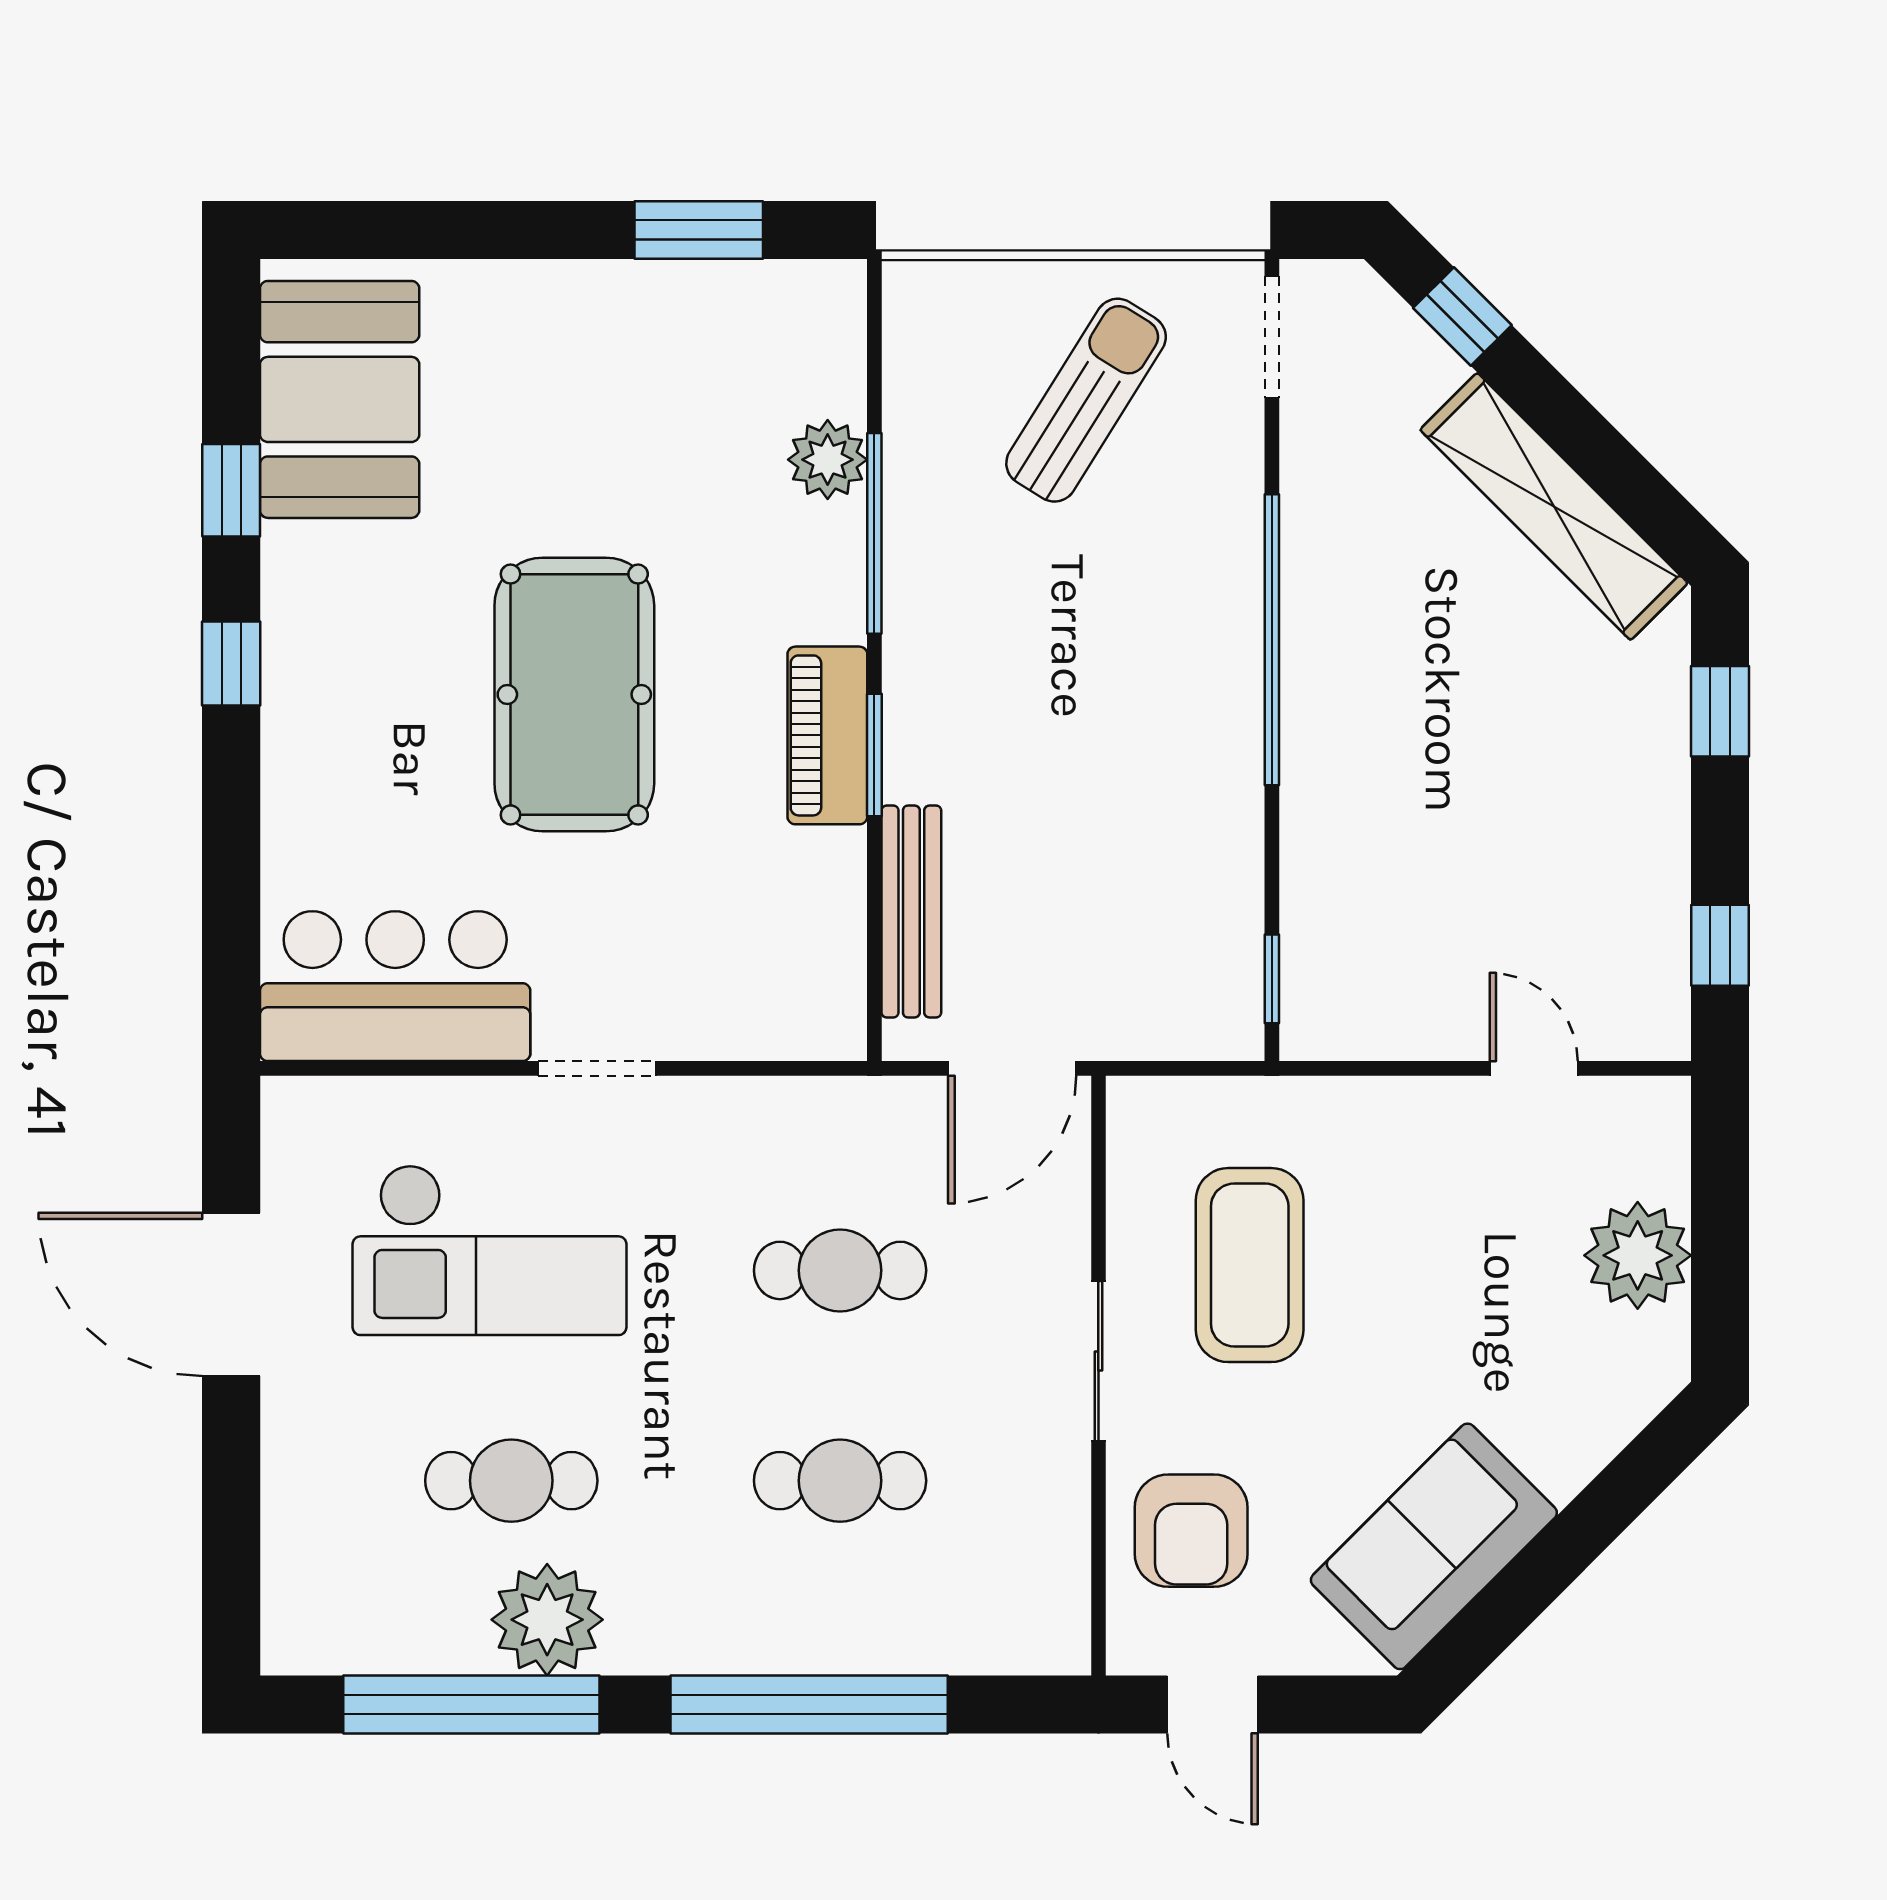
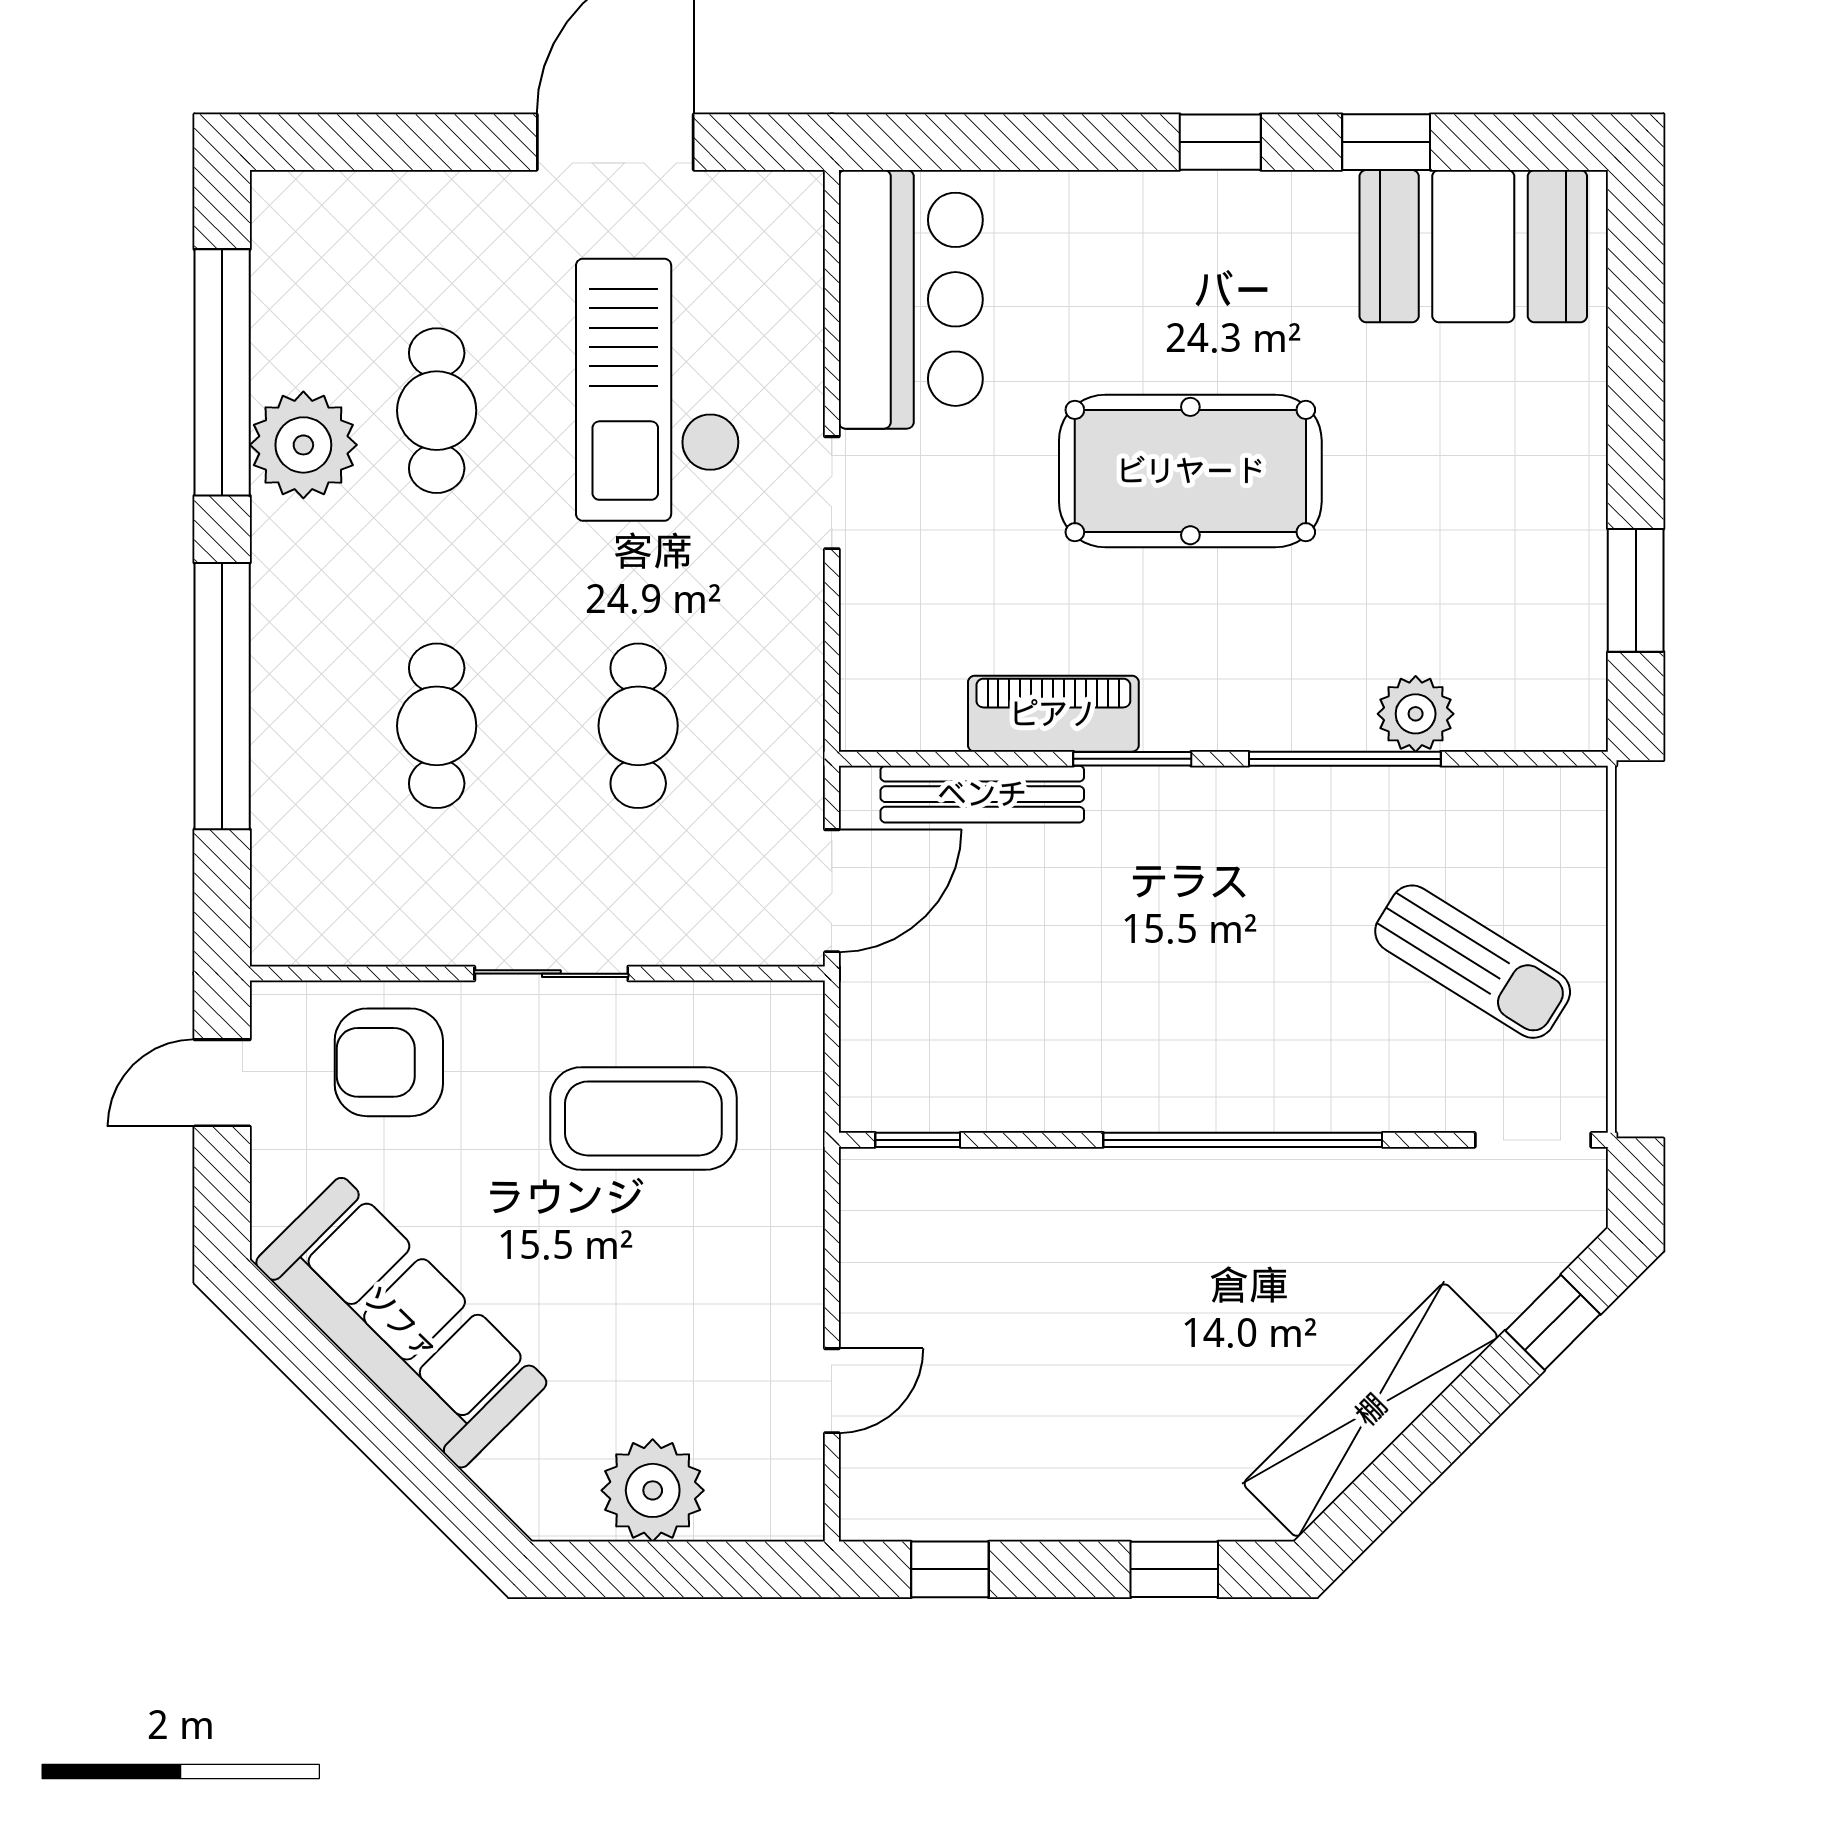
piano: (827, 735) -> (1053, 714), moved
door: (1012, 1068) -> (832, 891), swing flipped
sofa: (1434, 1546) -> (401, 1323), width x1.36

